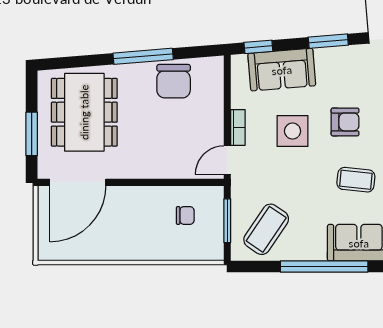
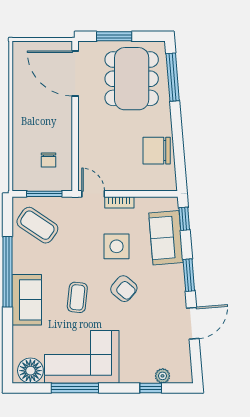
window: (143, 56) -> (173, 77), moved
dining table: (84, 112) -> (132, 79), turned 90
armchair: (345, 122) -> (124, 289), turned -50

